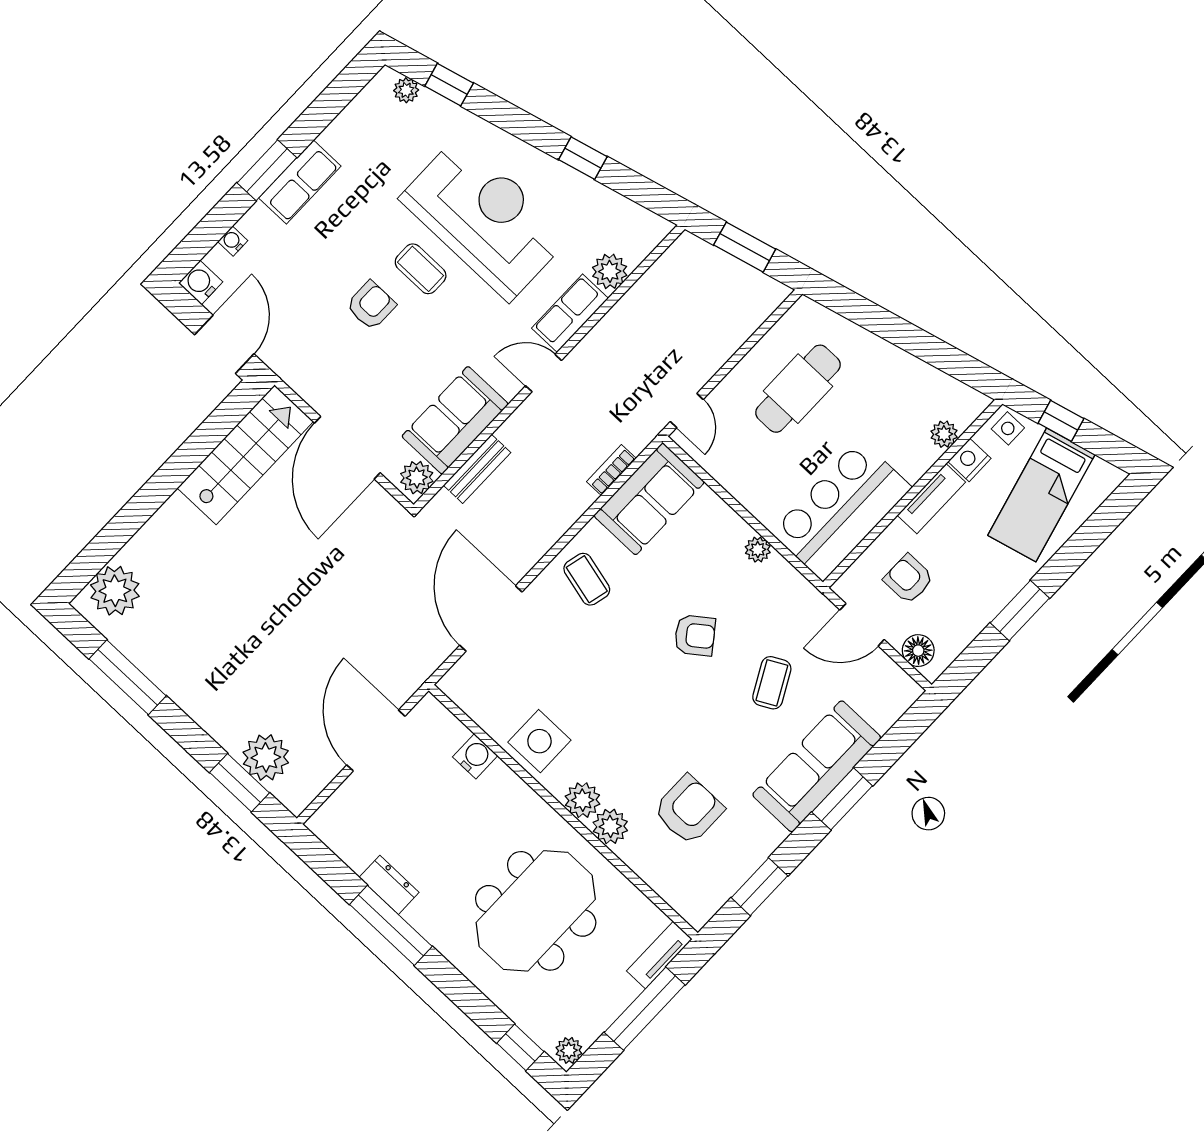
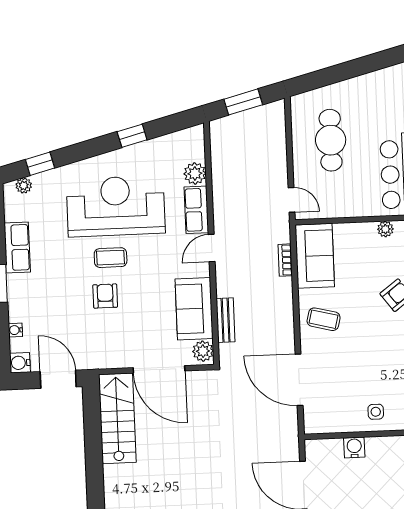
row of seats: (300, 182) -> (17, 248), moved
side table: (539, 741) -> (376, 412), width x0.54, depth x0.54

